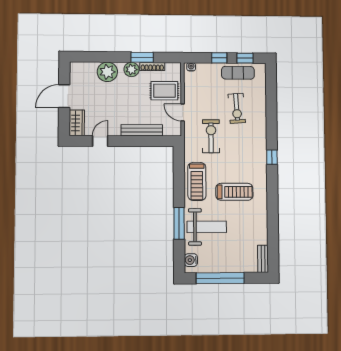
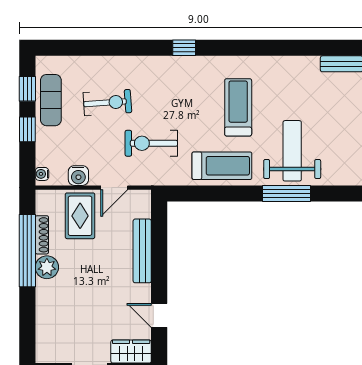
window: (142, 57) -> (27, 251), width x2.11
plant: (107, 72) -> (51, 305), removed
water cooler: (191, 260) -> (78, 176), moved

